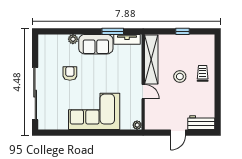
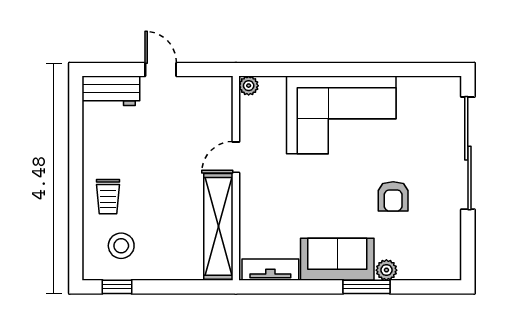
window: (113, 31) -> (367, 287), moved
window: (182, 31) -> (117, 287), moved
stool: (180, 76) -> (121, 246), moved
door: (143, 92) -> (236, 157), hinge flipped
door: (178, 133) -> (161, 69), hinge flipped

